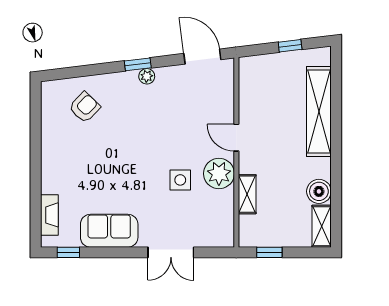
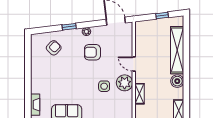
window: (138, 64) -> (69, 27), moved
armchair: (158, 116) -> (92, 52), added
boiler: (319, 191) -> (177, 81), moved

